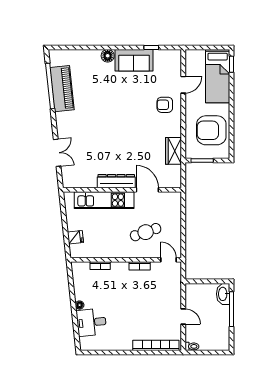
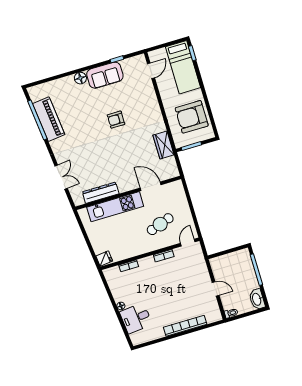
door: (183, 85) -> (151, 71), moved
armchair: (165, 105) -> (116, 120), moved
dresser: (116, 181) -> (101, 193), moved
fridge: (75, 237) -> (104, 259), moved
door: (168, 260) -> (188, 243), hinge flipped
washbasin: (223, 294) -> (257, 299), moved
bookcase: (156, 345) -> (185, 326), moved

